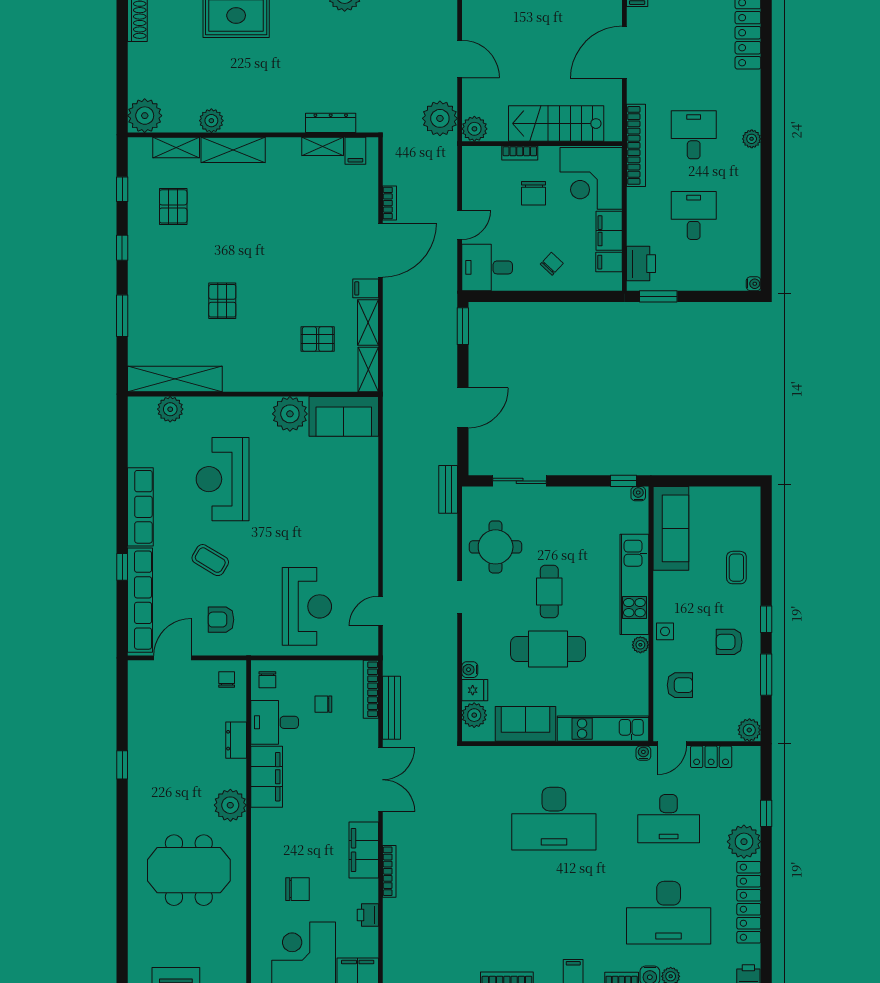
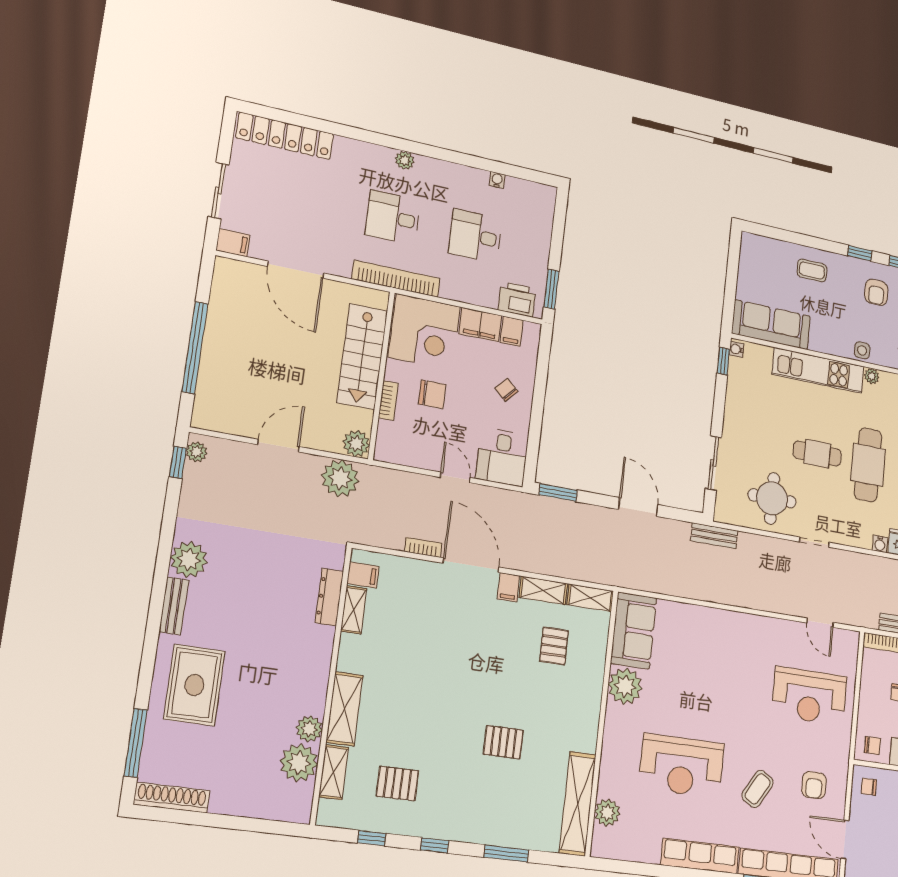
plant: (145, 116) -> (299, 763), moved
water cooler: (754, 284) -> (497, 180), moved
reception desk: (307, 606) -> (809, 696), turned 180

